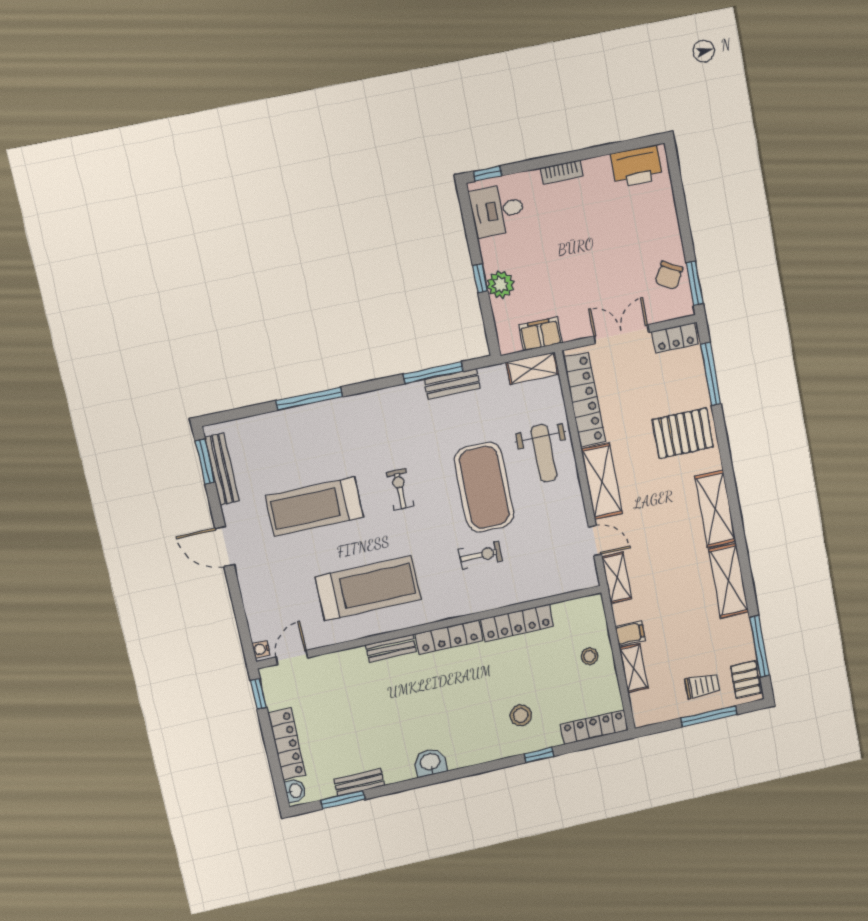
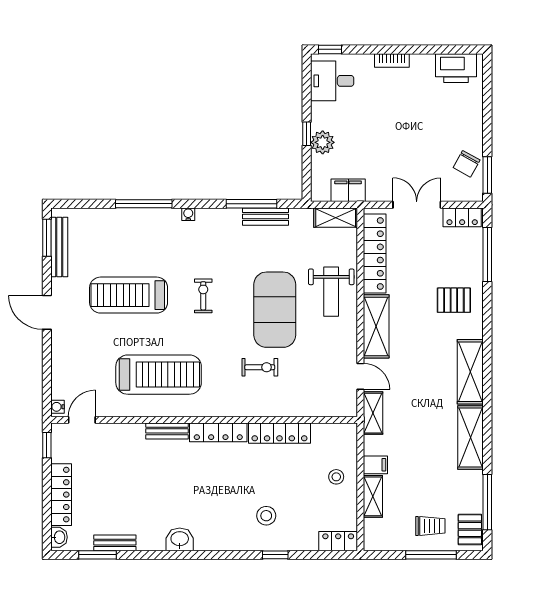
water cooler: (363, 400) -> (188, 214), added
pallet: (683, 433) -> (454, 300), width x0.67, depth x0.71
locker: (594, 727) -> (338, 541), width x0.66

